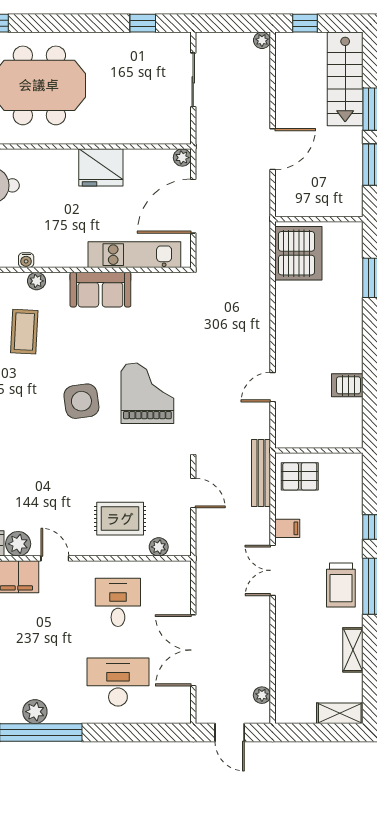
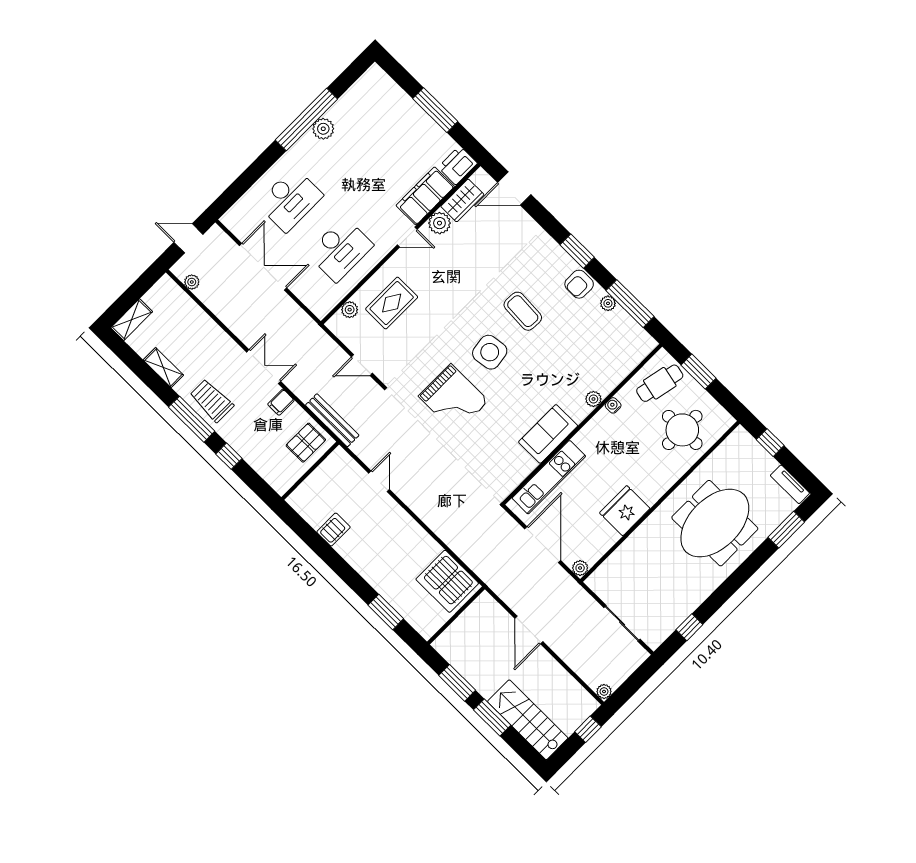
coffee table: (24, 332) -> (523, 311), moved
desk: (118, 602) -> (340, 249), width x1.37

